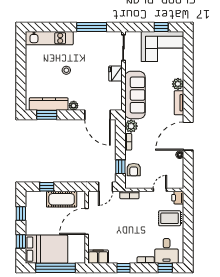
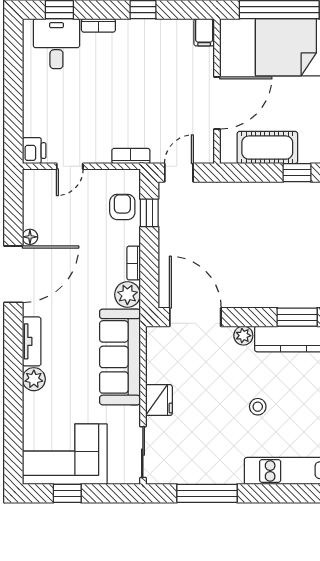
rug: (170, 218) -> (50, 109), removed
filing cabinet: (98, 257) -> (204, 32), width x0.50

